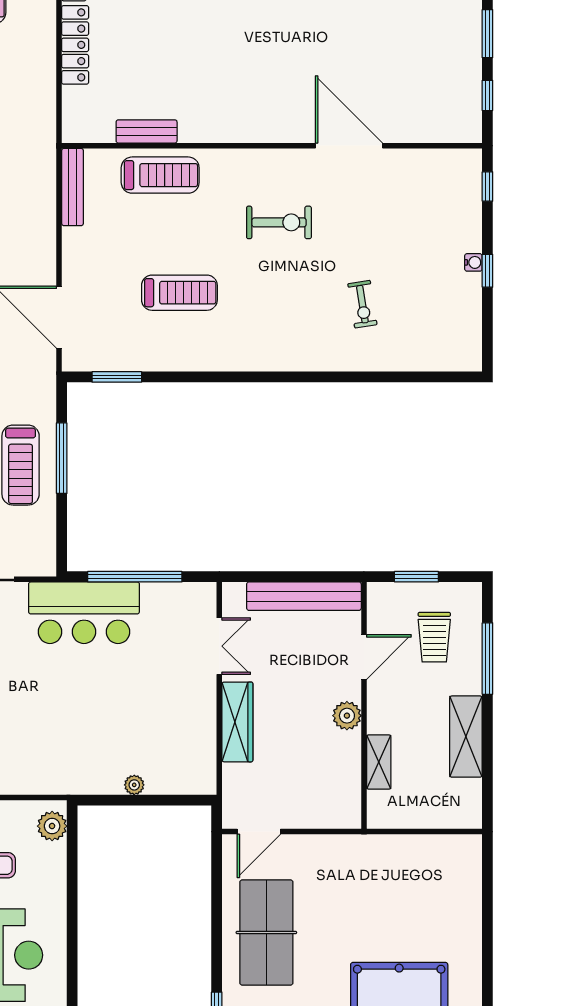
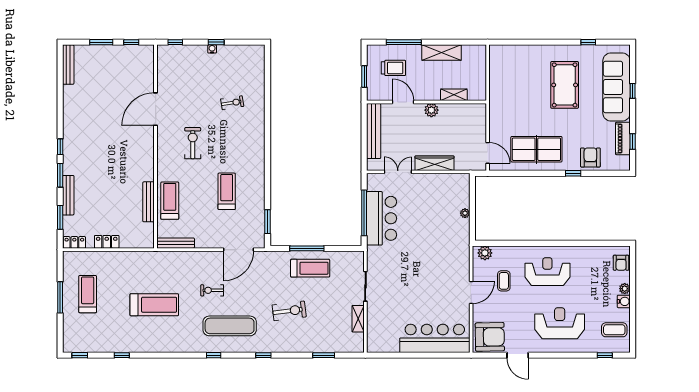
locker: (75, 45) -> (107, 242), width x0.66
bench: (147, 131) -> (149, 202), width x1.36
bar counter: (84, 613) -> (382, 218), moved

